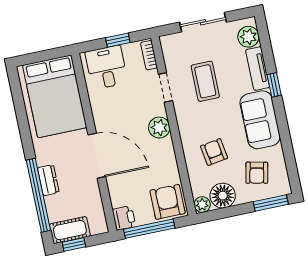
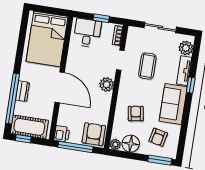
cot: (70, 230) -> (29, 127), width x1.37, depth x1.34

